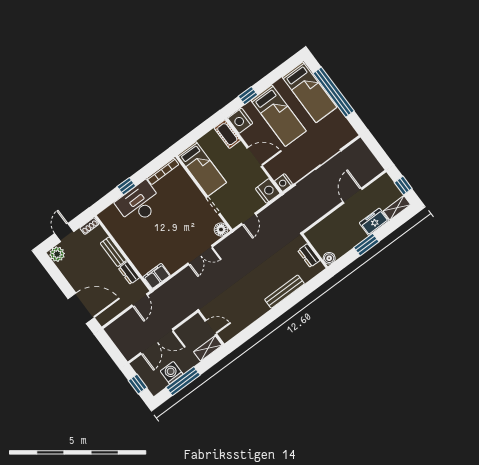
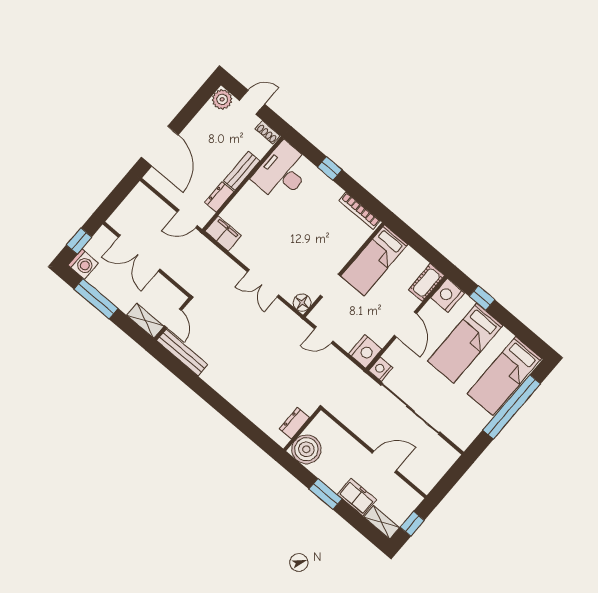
desk: (139, 203) -> (282, 172), moved, turned -90
boiler: (329, 258) -> (306, 449), width x1.86, depth x1.86
bench: (285, 292) -> (182, 353), moved
washing machine: (172, 373) -> (83, 264), moved, turned 90

